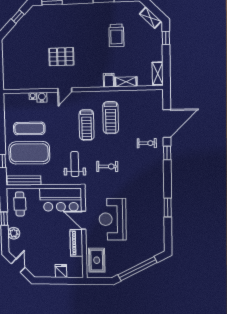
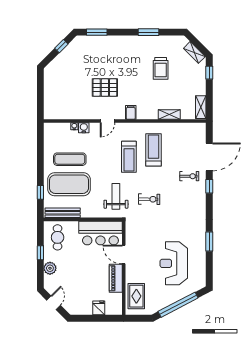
filing cabinet: (109, 80) -> (131, 112), moved
treadmill: (111, 118) -> (153, 150), turned 180
reception desk: (113, 219) -> (174, 263), moved

